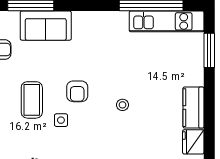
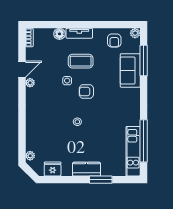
window: (209, 50) -> (101, 180), moved
kitchen counter: (193, 108) -> (87, 169), moved

